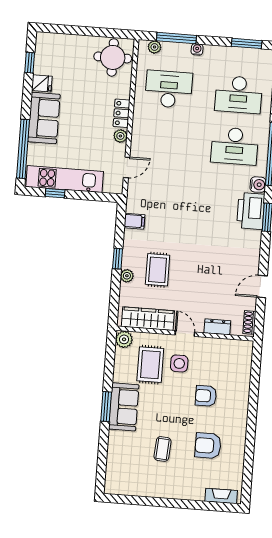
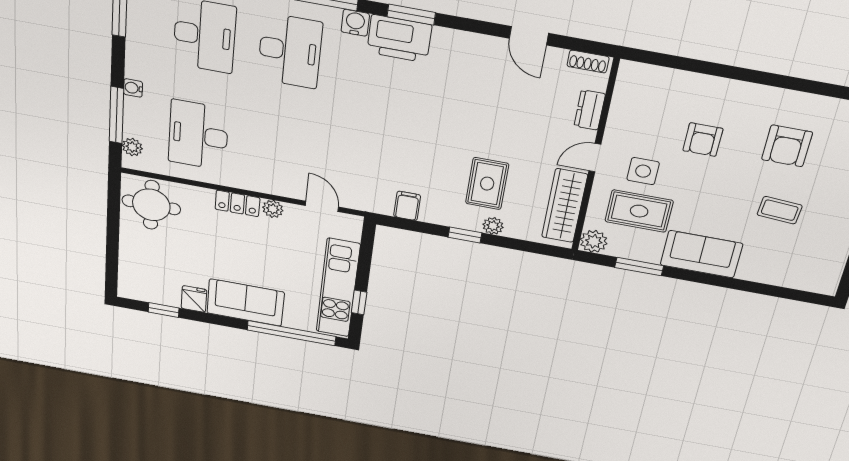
rug: (158, 270) -> (487, 184), turned 90
window: (106, 407) -> (639, 267), moved

